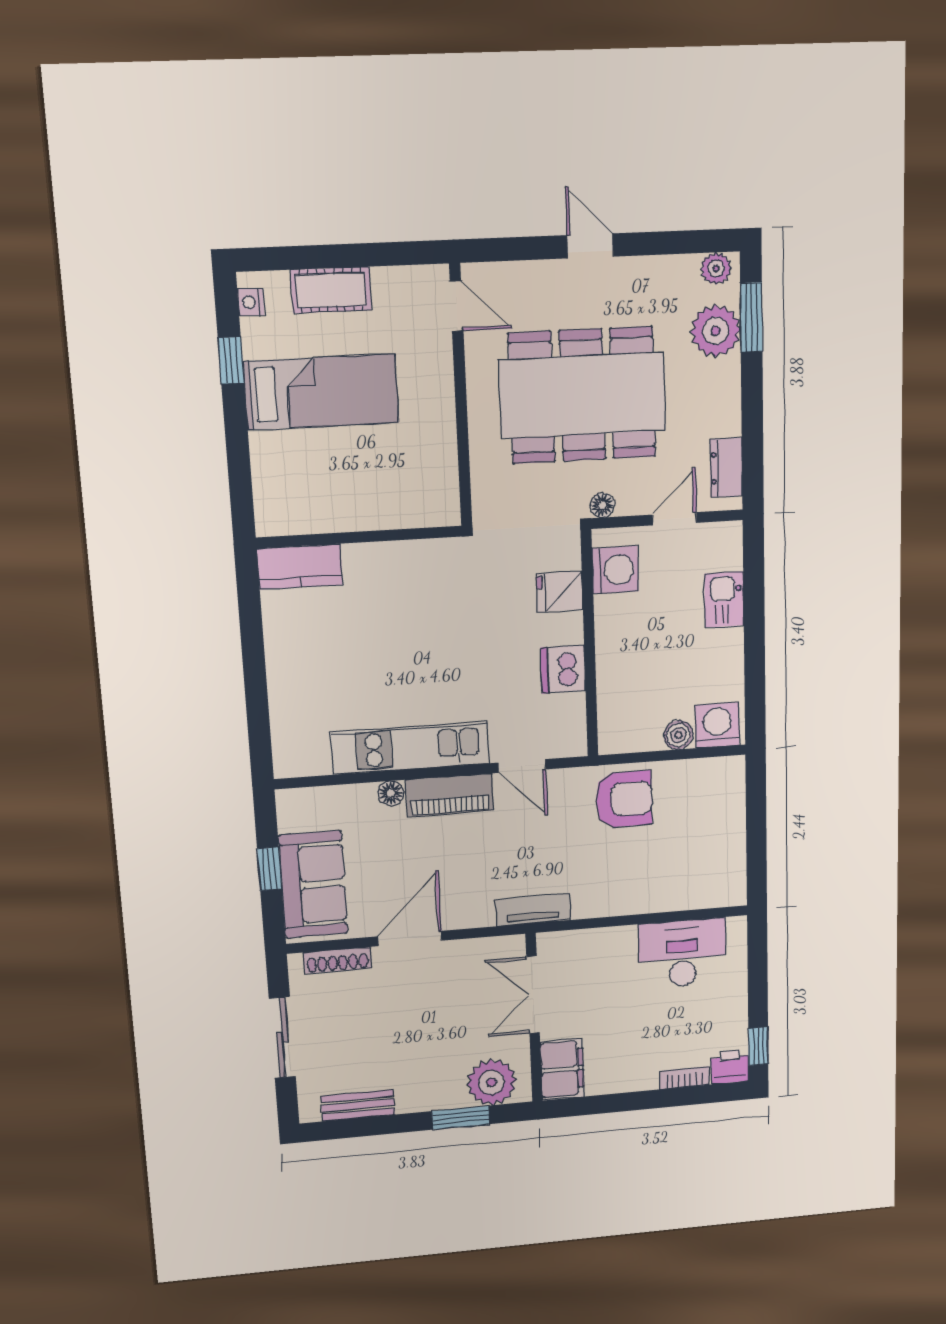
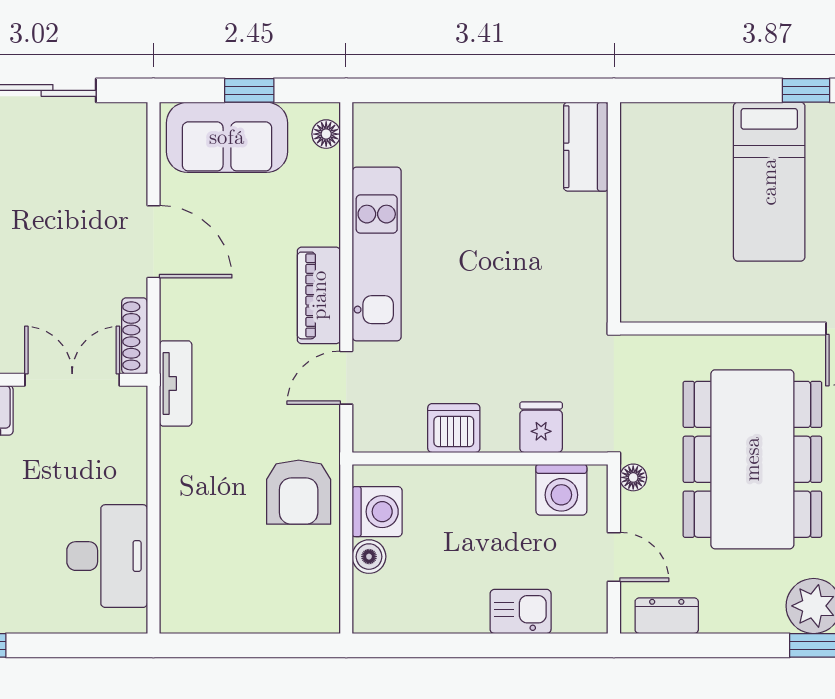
washing machine: (717, 725) -> (377, 512), moved
floor lamp: (391, 793) -> (326, 134), moved
shoe rack: (338, 960) -> (135, 336), moved

